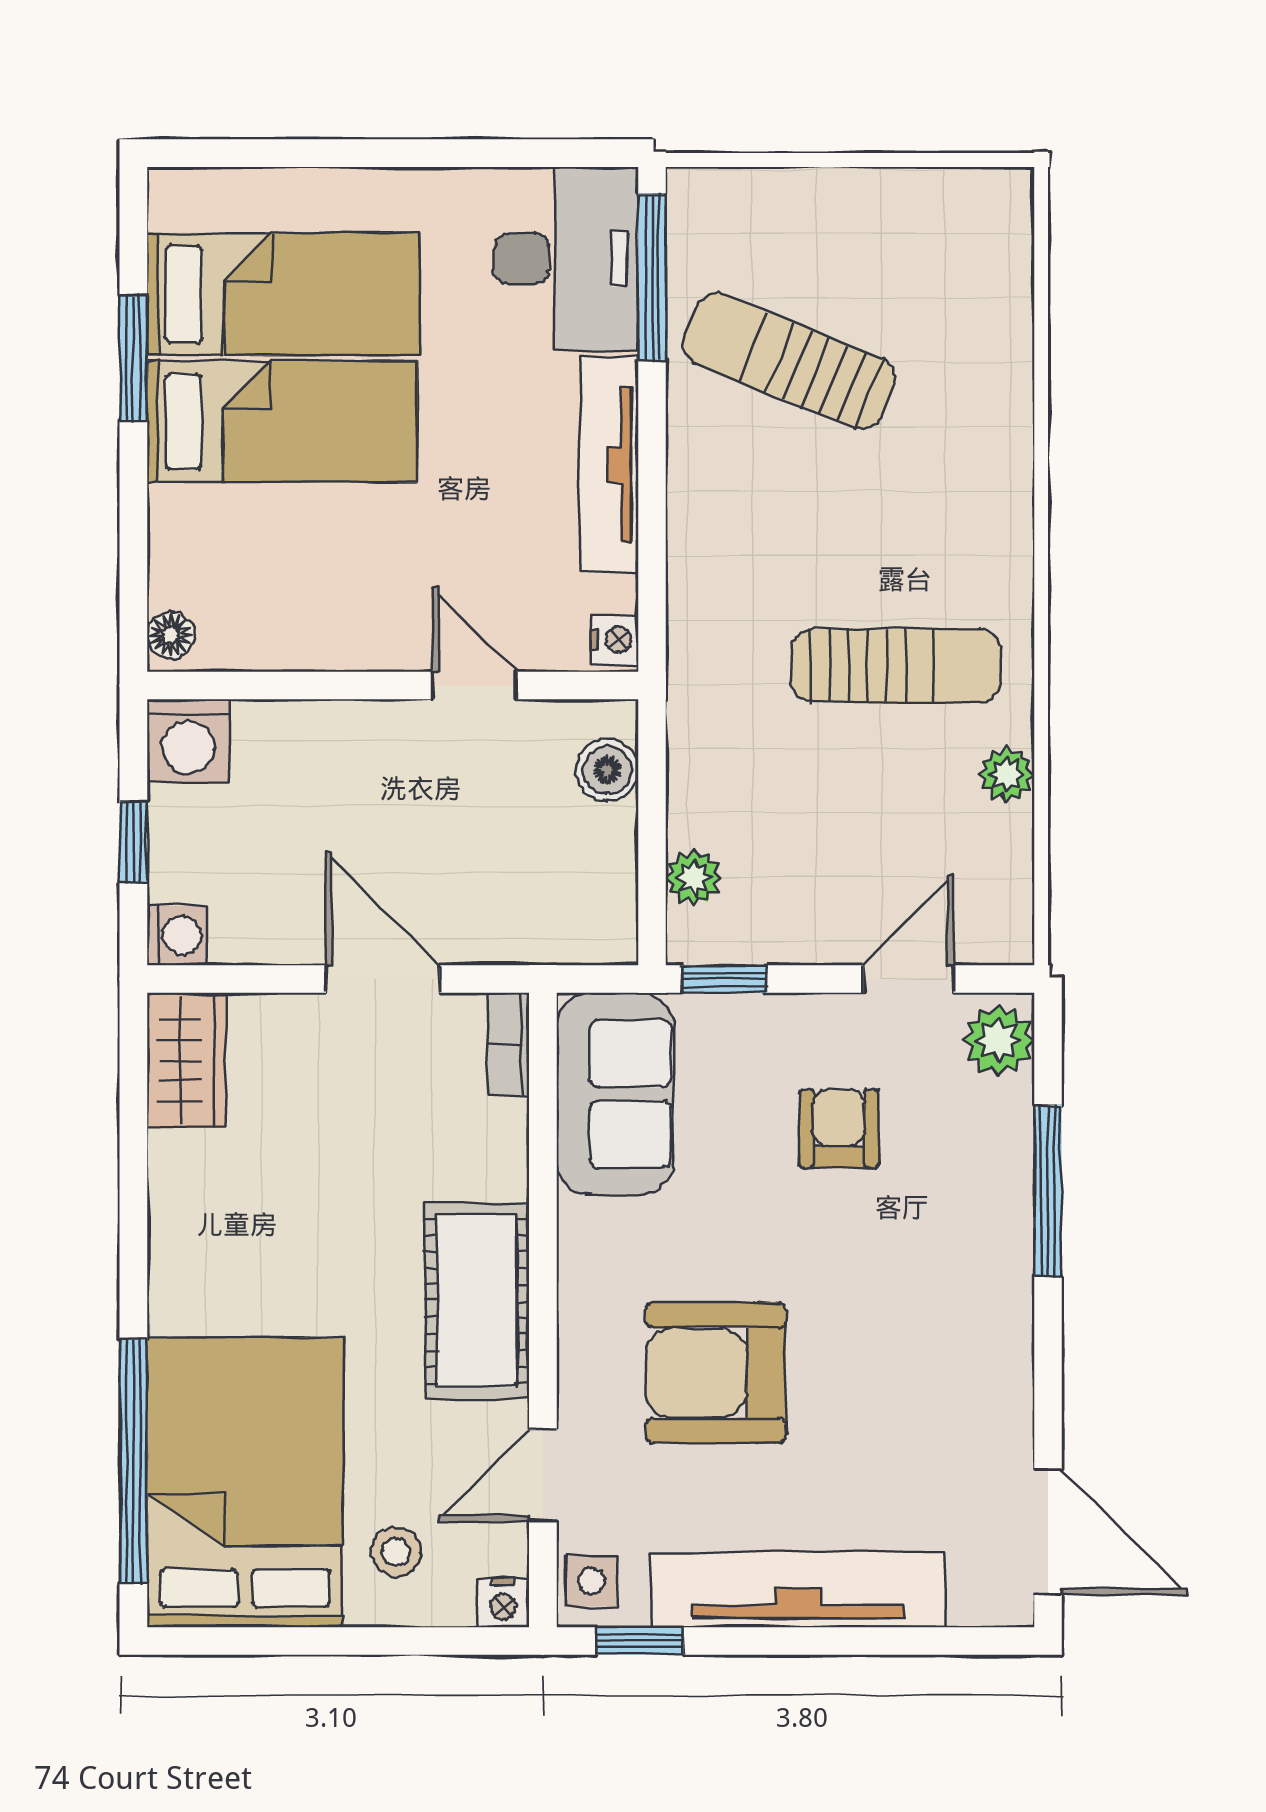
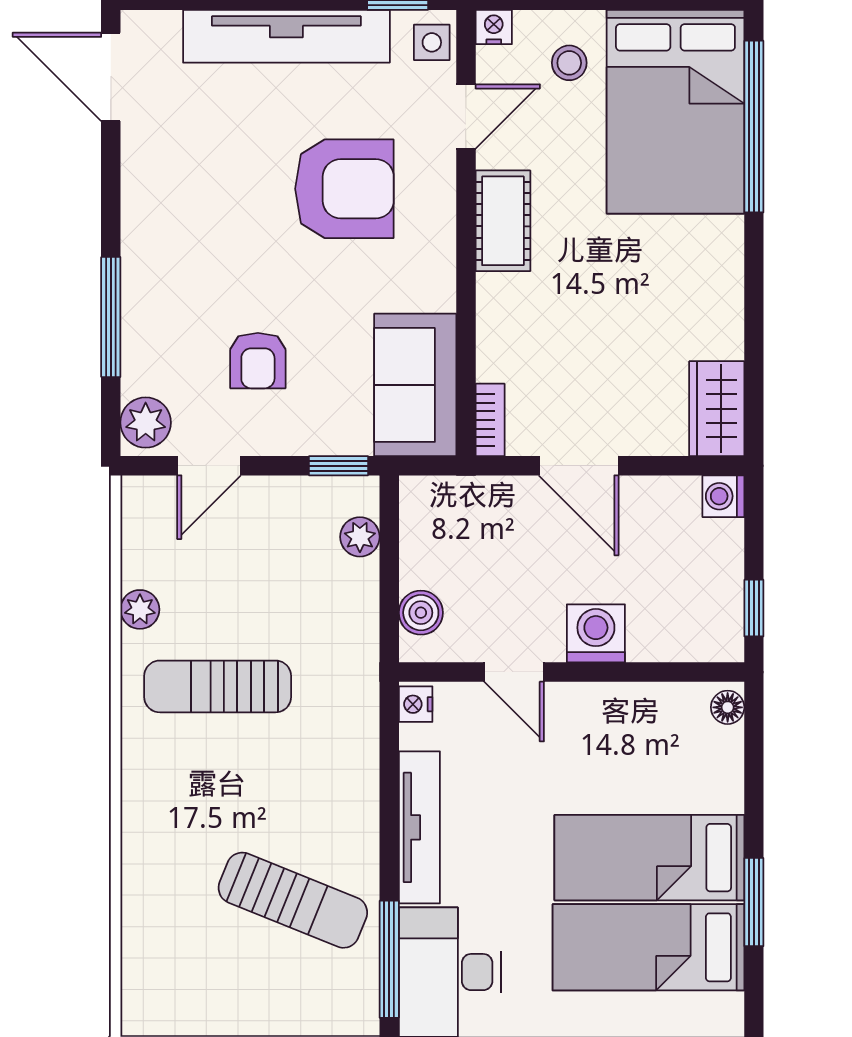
washing machine: (188, 740) -> (596, 633), moved
window: (133, 842) -> (754, 608), moved
cot: (477, 1301) -> (503, 221), width x0.73, depth x0.75

